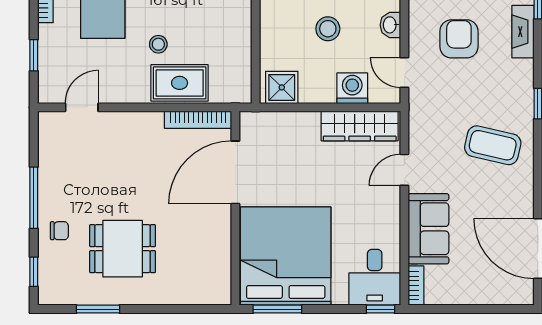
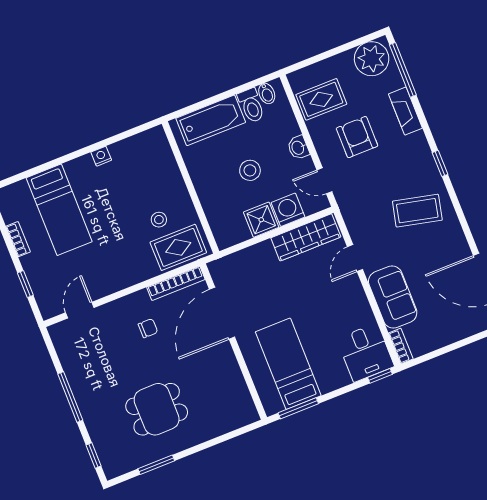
stool: (158, 44) -> (159, 220), moved
rug: (180, 83) -> (178, 247), moved
shower: (282, 87) -> (261, 220), moved
chair: (59, 231) -> (148, 328), moved
bed: (286, 256) -> (288, 364), width x0.49

